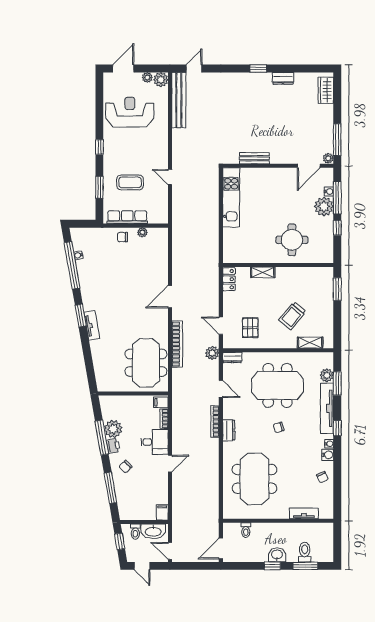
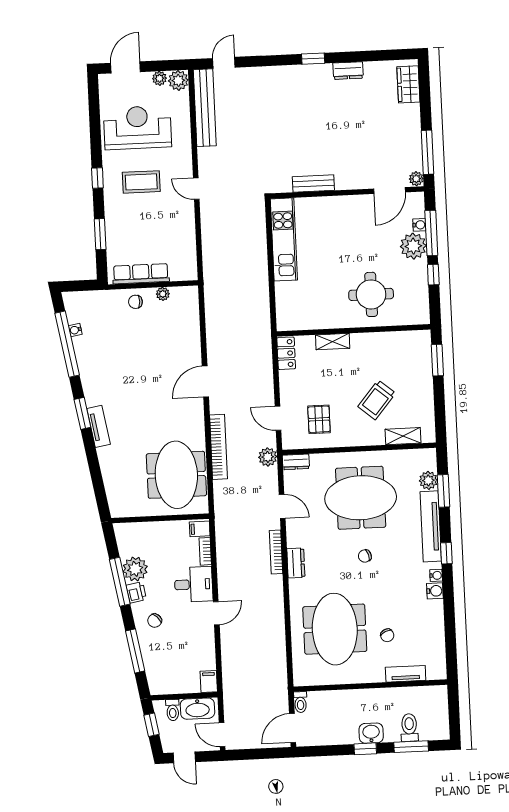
door: (170, 177) -> (196, 189), moved
coffee table: (130, 182) -> (141, 182), moved
chair: (322, 477) -> (387, 635), moved
toilet: (246, 530) -> (300, 702), moved

